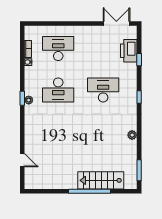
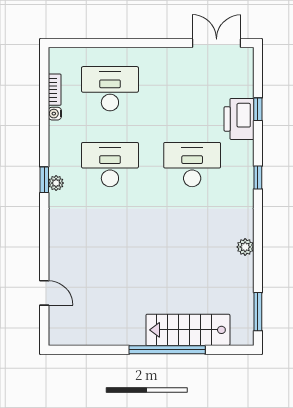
printer: (129, 51) -> (239, 119), moved
desk: (58, 90) -> (110, 165), turned 180

